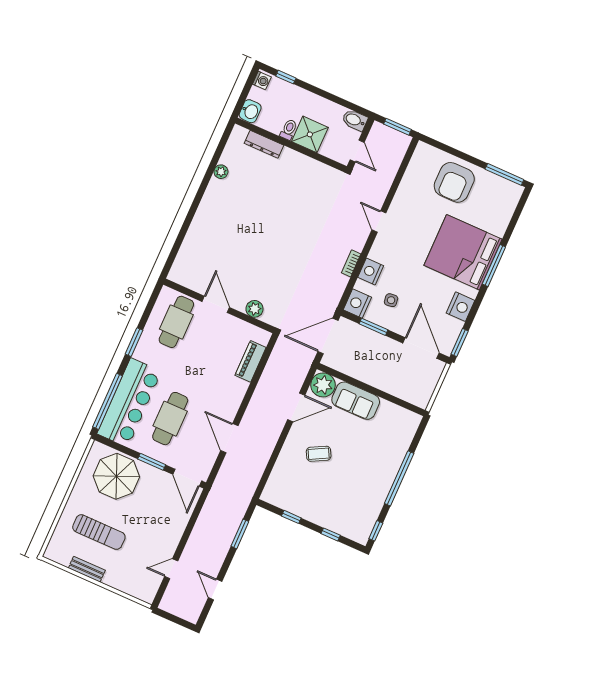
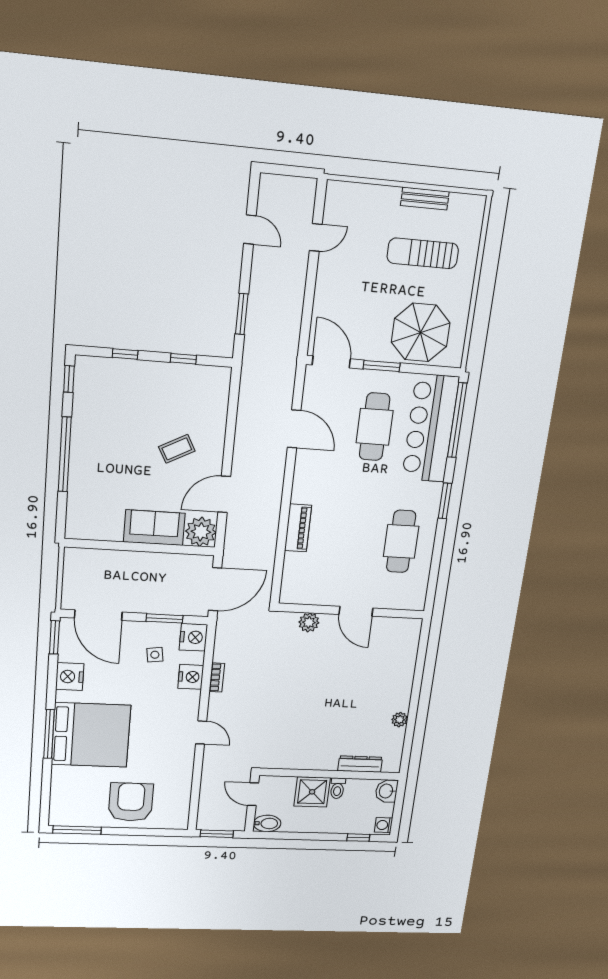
door: (216, 304) -> (356, 611), moved
wall: (219, 306) -> (351, 611), moved
plant: (254, 309) -> (309, 622), moved

